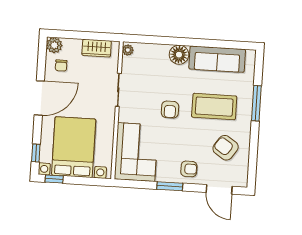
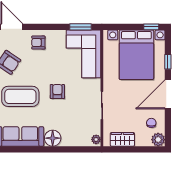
window: (36, 153) -> (168, 62), moved
window: (170, 186) -> (80, 27), moved

